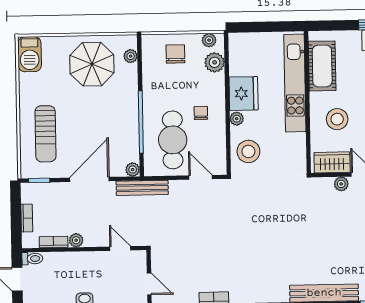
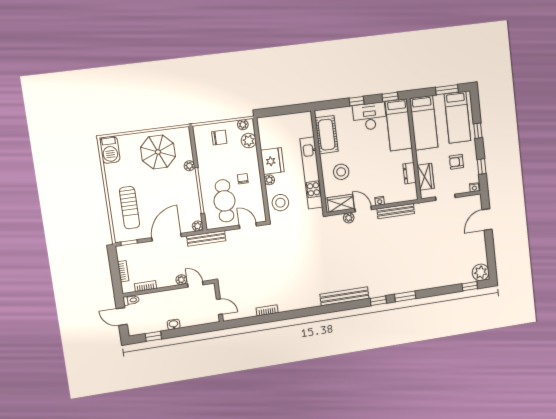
chair: (175, 54) -> (219, 138), turned 90
plant: (131, 56) -> (189, 166), moved
kitchen unit: (295, 83) -> (311, 173), moved
plant: (76, 240) -> (181, 280), moved

